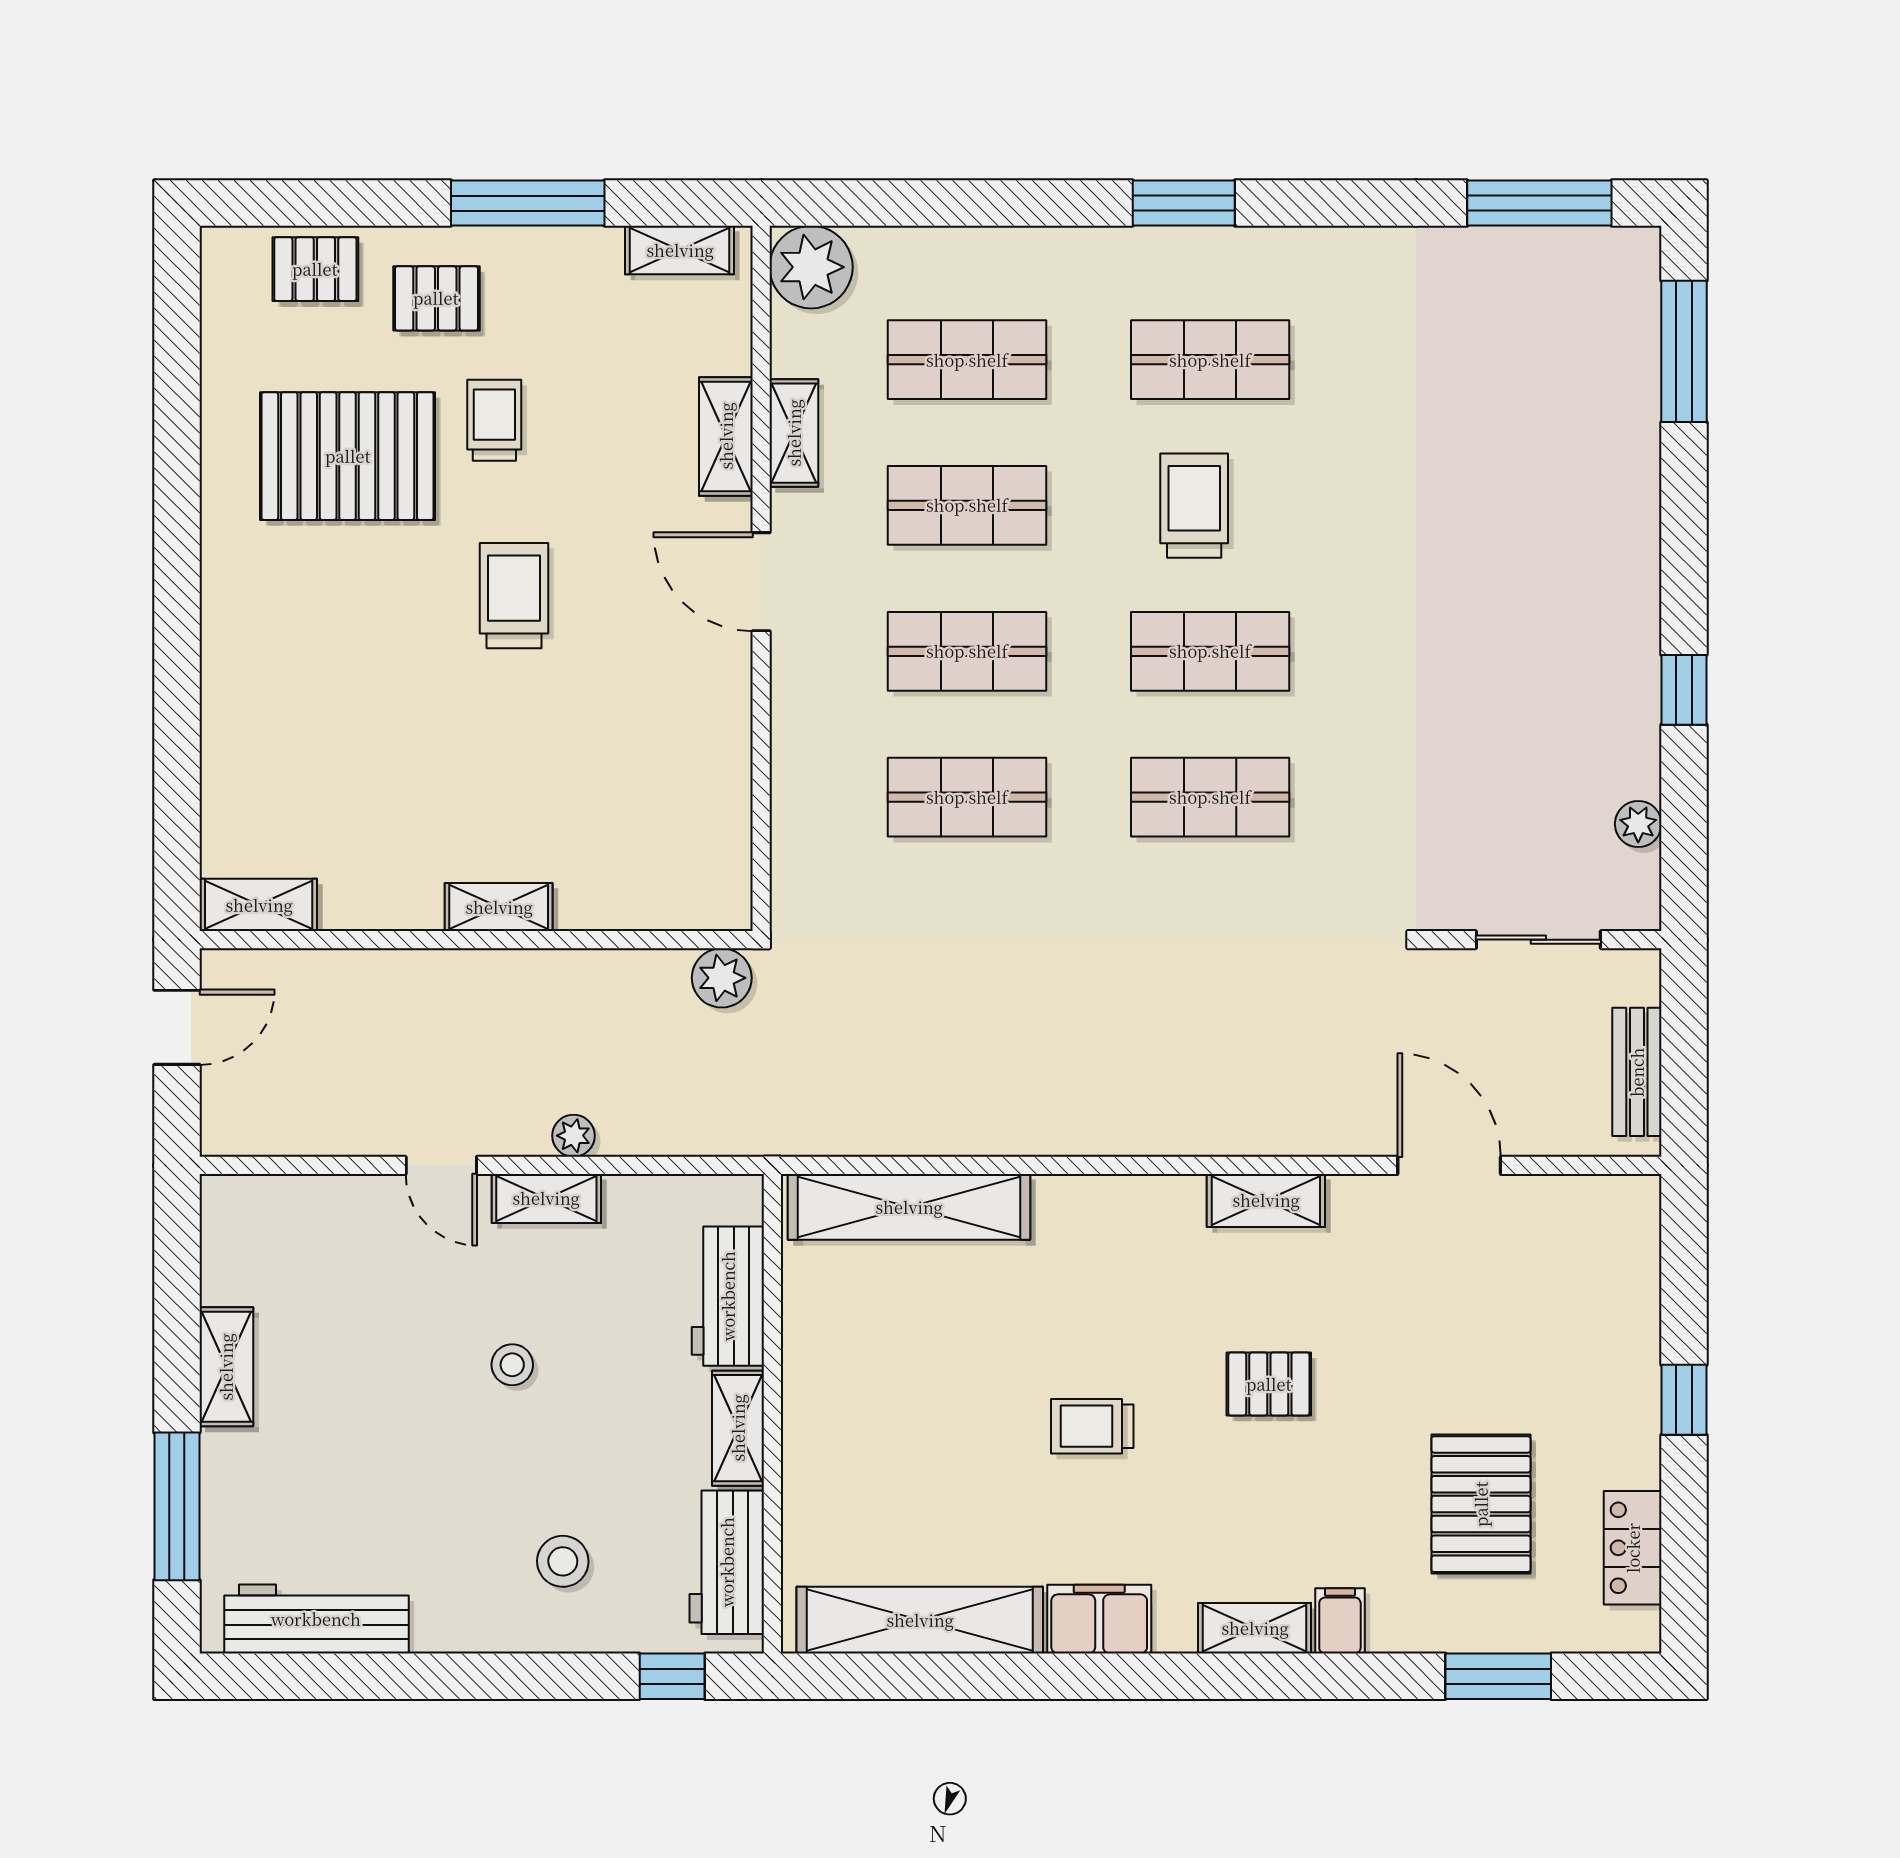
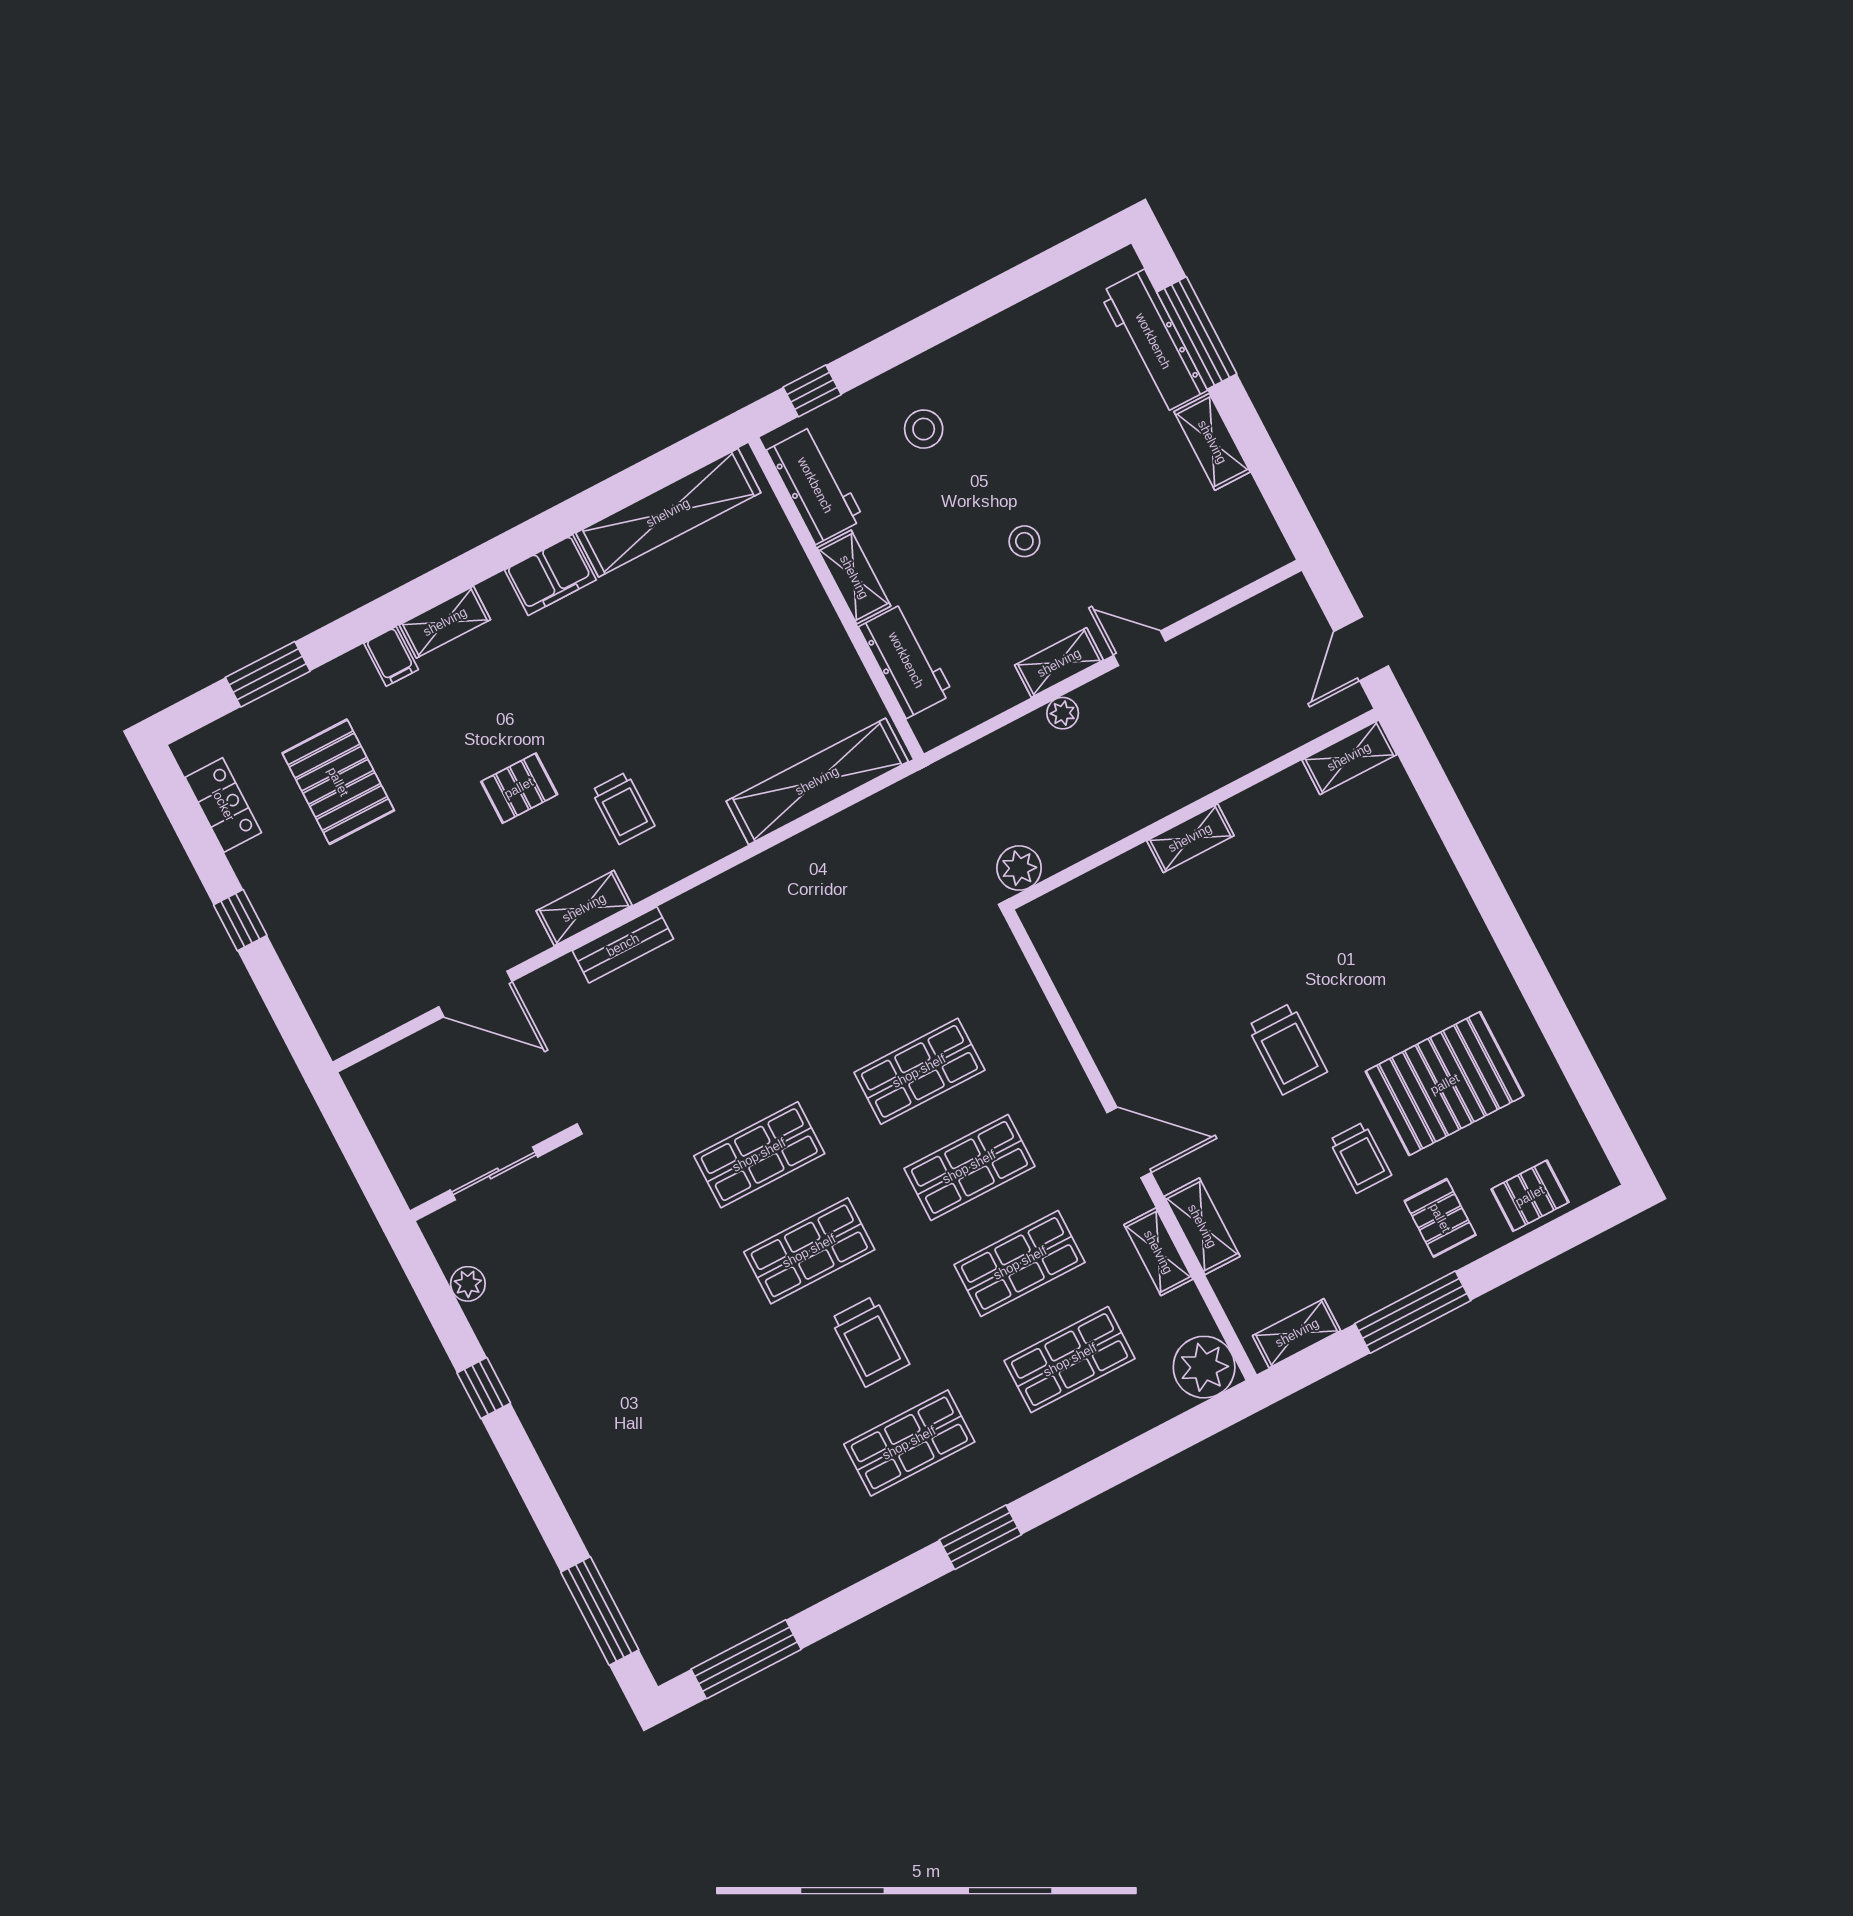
pallet: (436, 298) -> (1440, 1218), turned 90
bench: (1637, 1072) -> (623, 945), moved, turned 90
trolley: (1092, 1426) -> (623, 808), moved, turned 90
workbench: (316, 1619) -> (1153, 341), moved, turned 90

